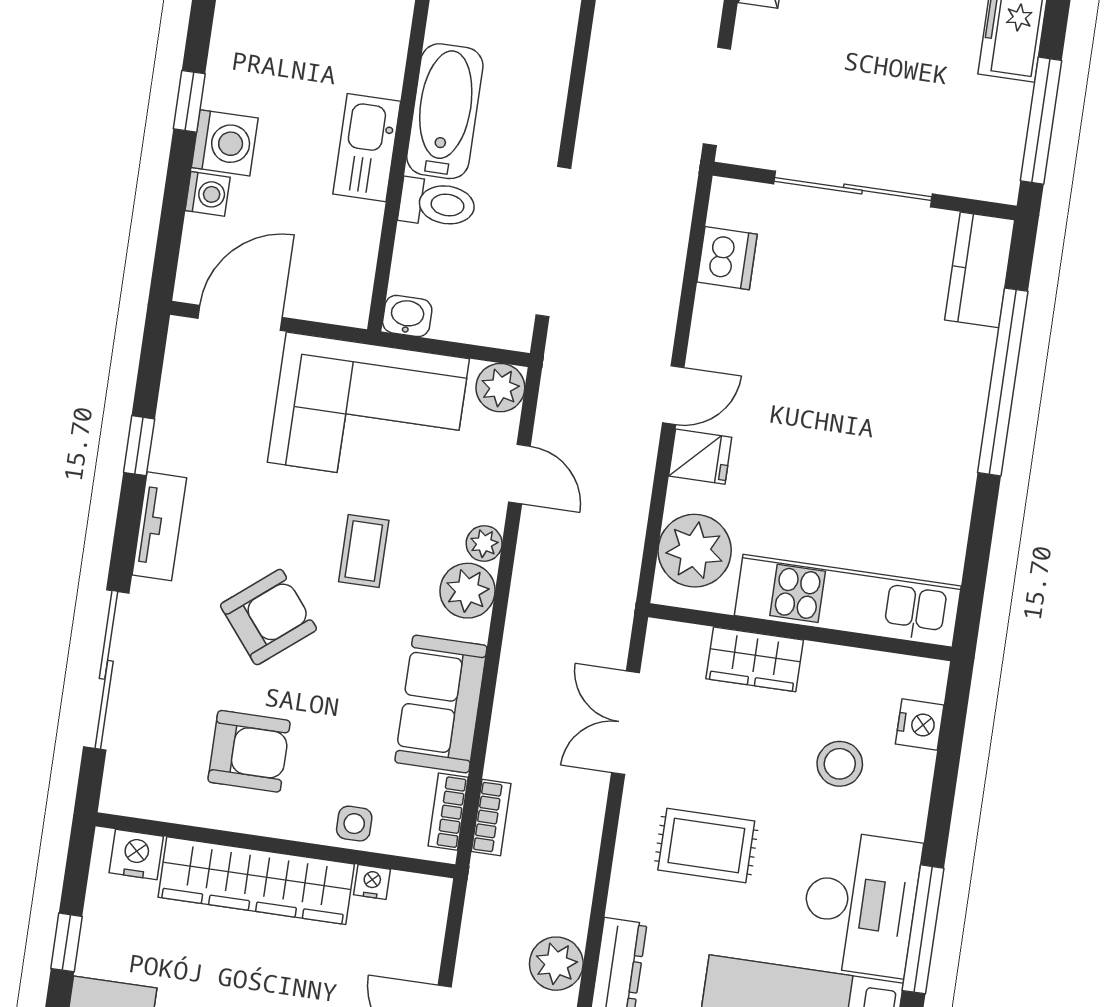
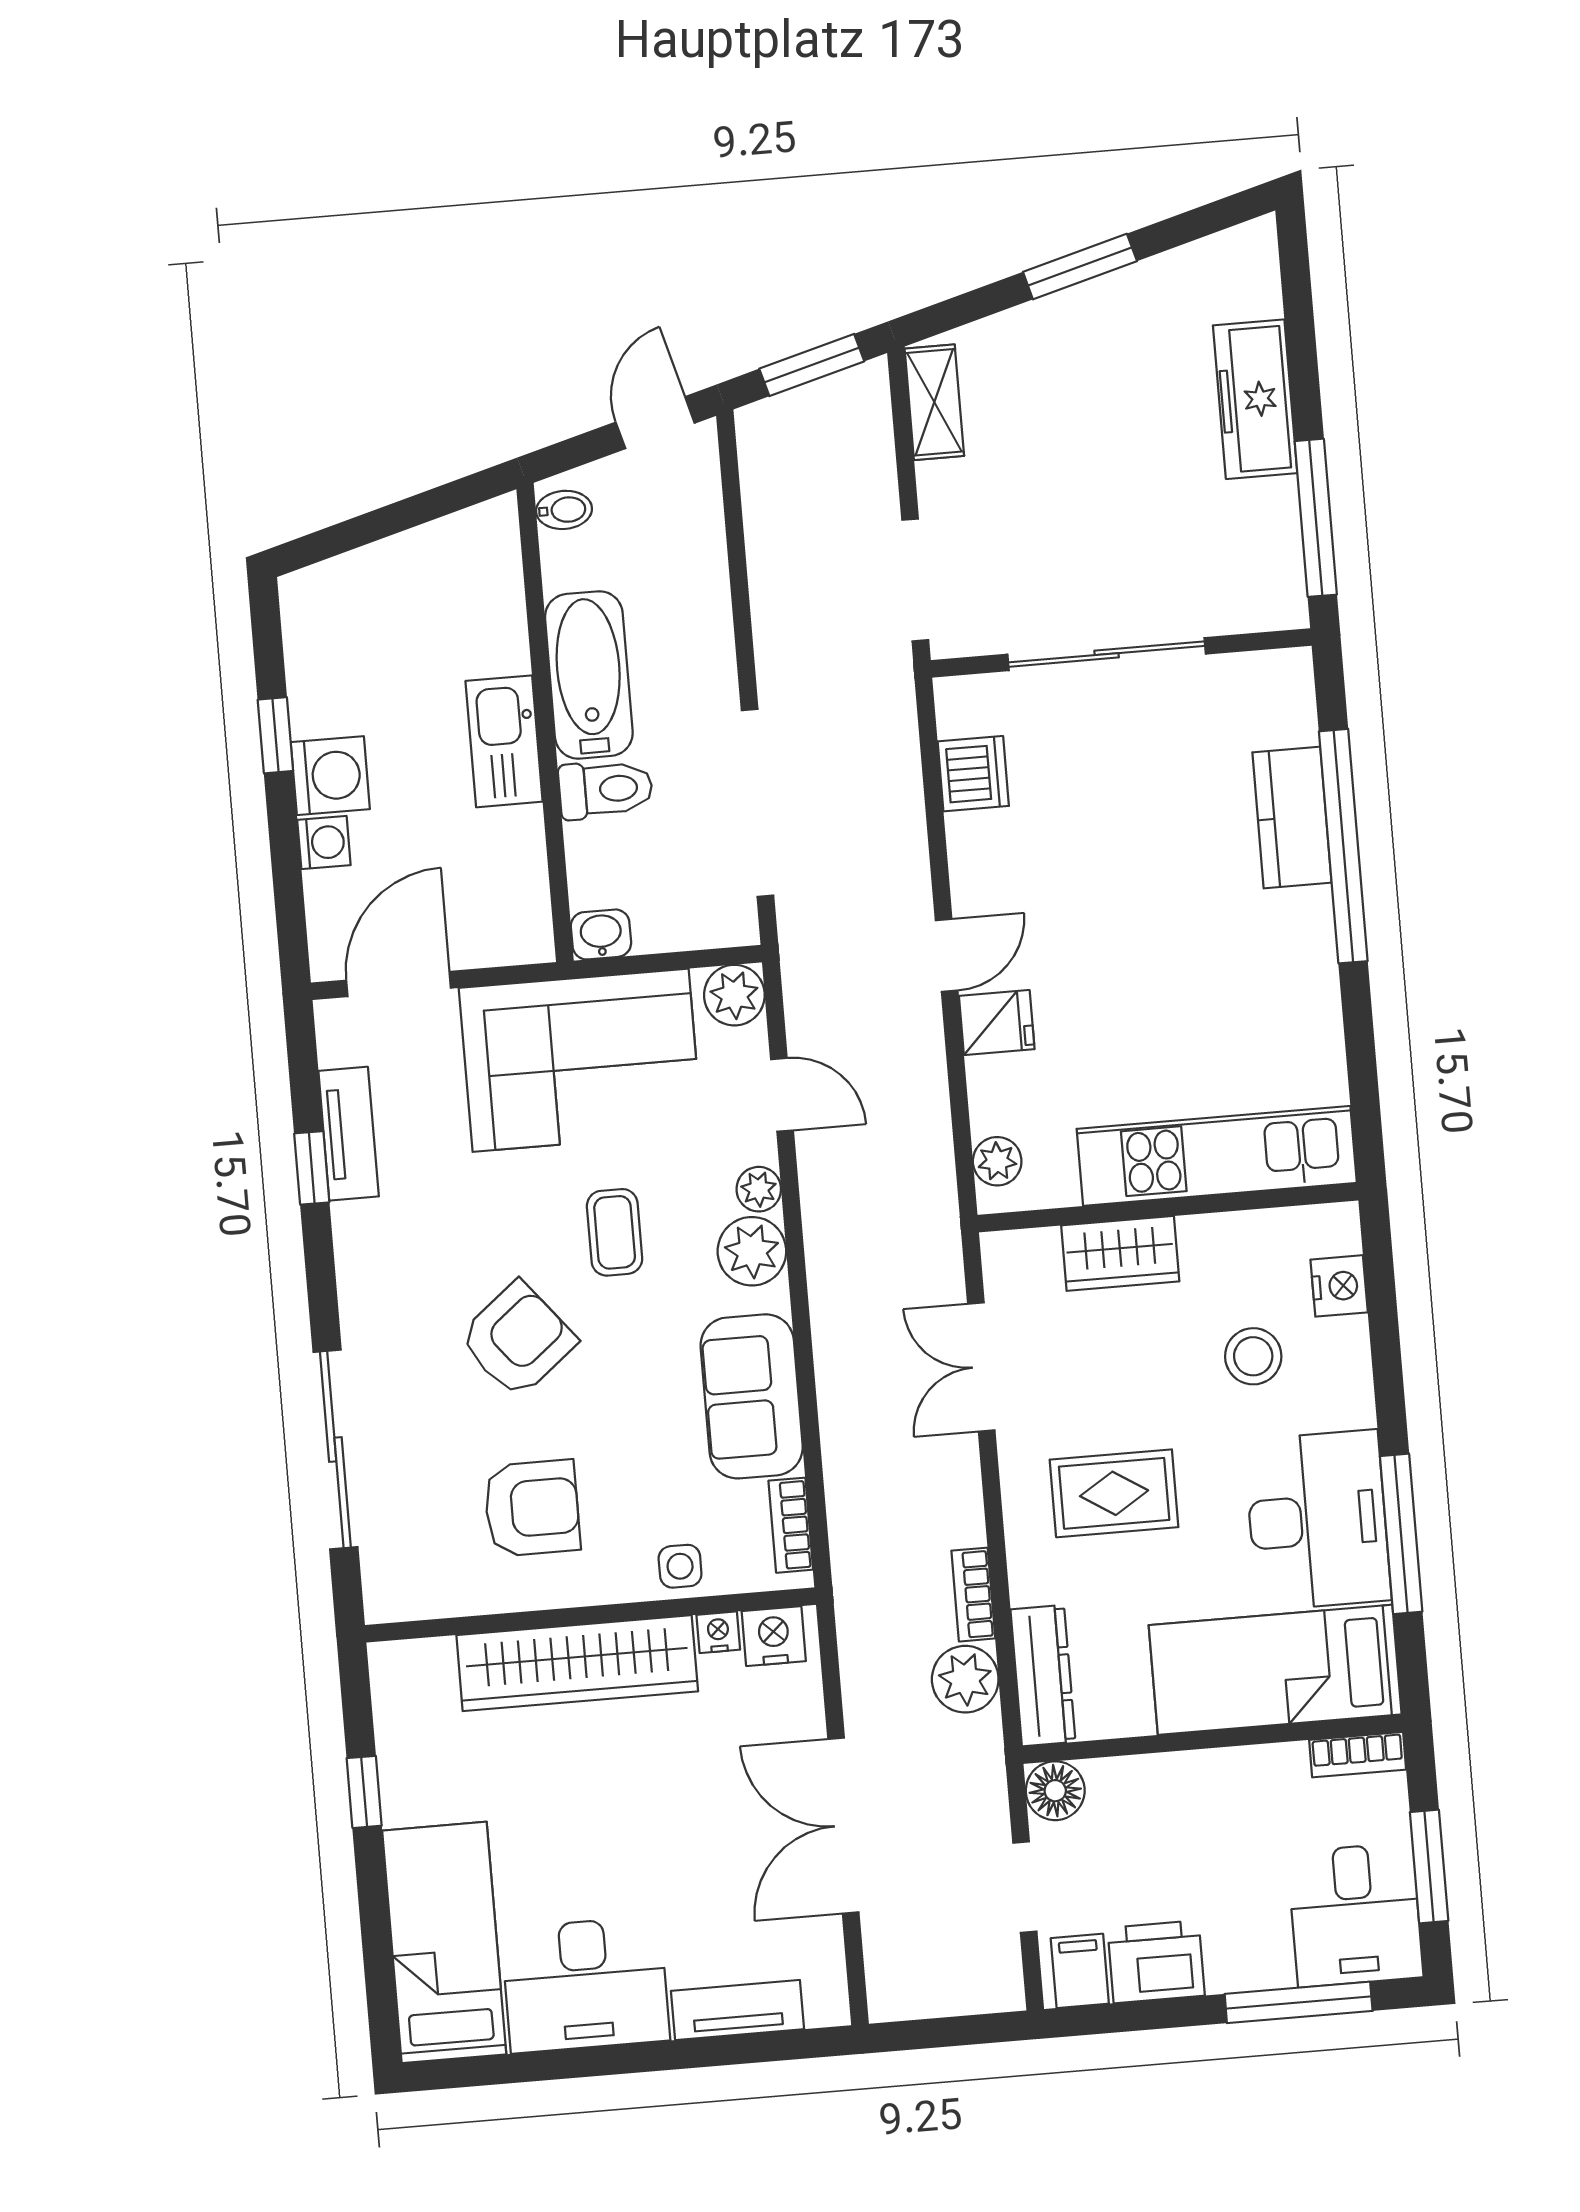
kitchen counter: (980, 270) -> (1292, 818), moved
tv unit: (159, 526) -> (349, 1134), moved
plant: (695, 551) -> (997, 1161), width x0.53, depth x0.53
bookcase: (491, 818) -> (973, 1595), moved, turned 180
nightstand: (136, 855) -> (774, 1636), moved

